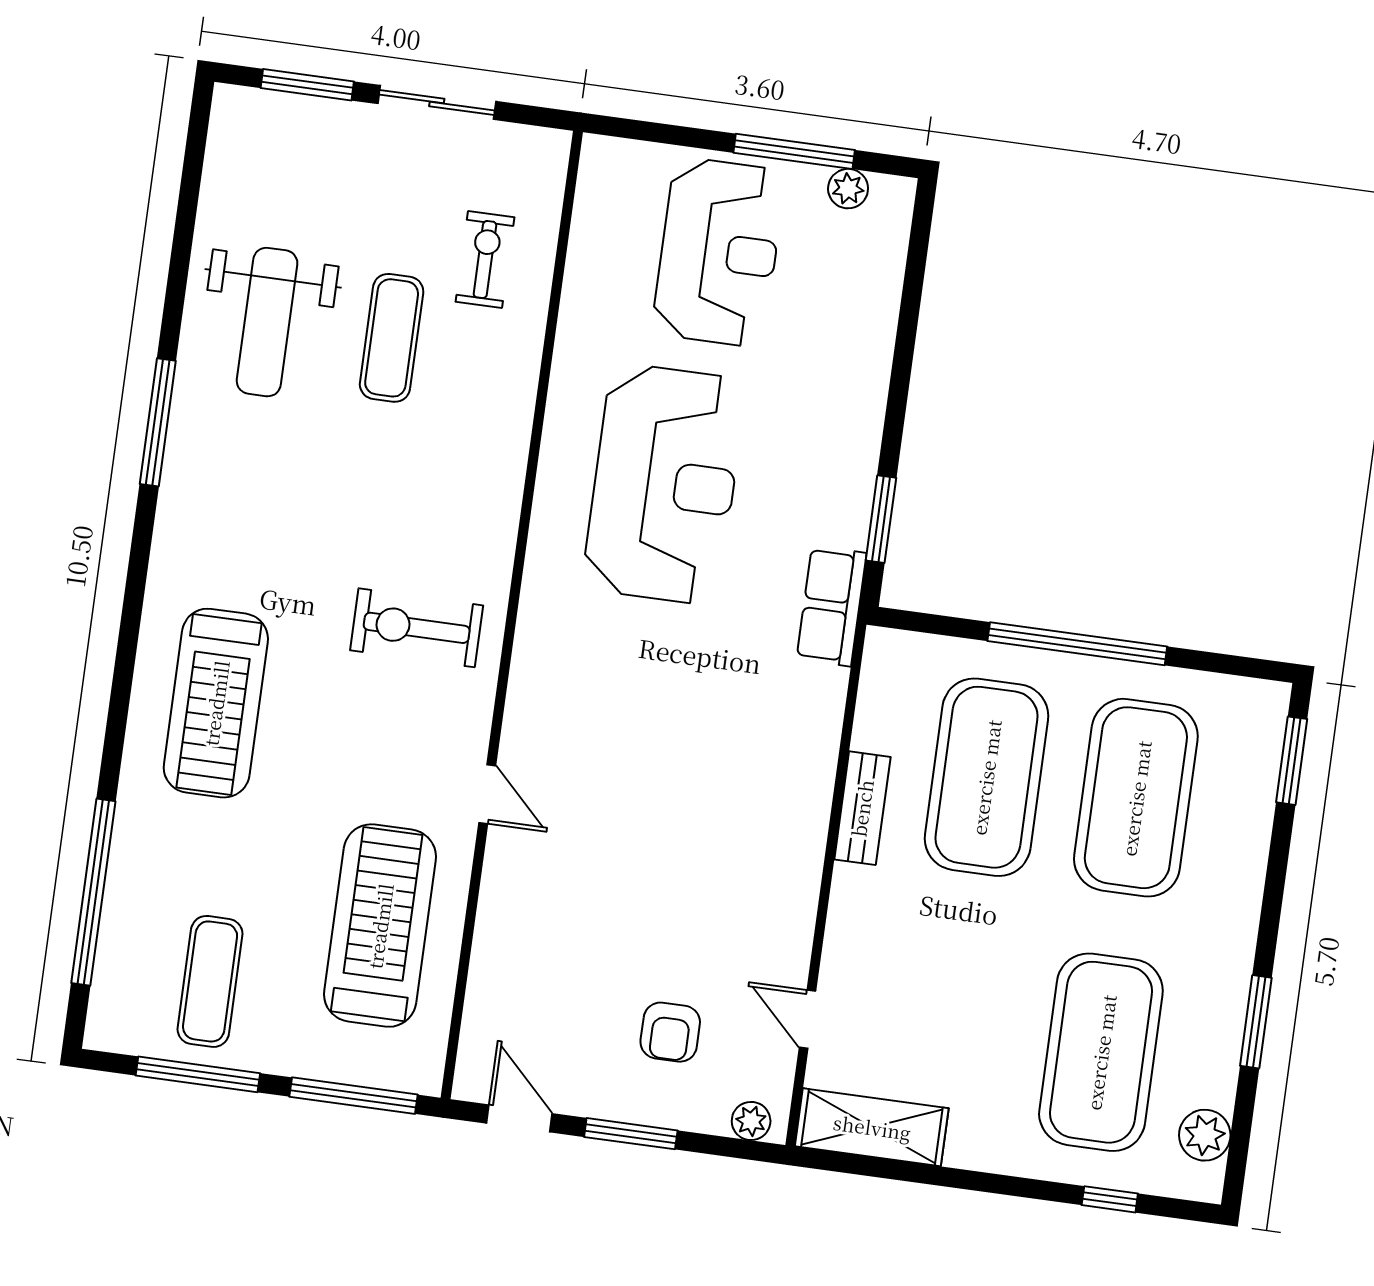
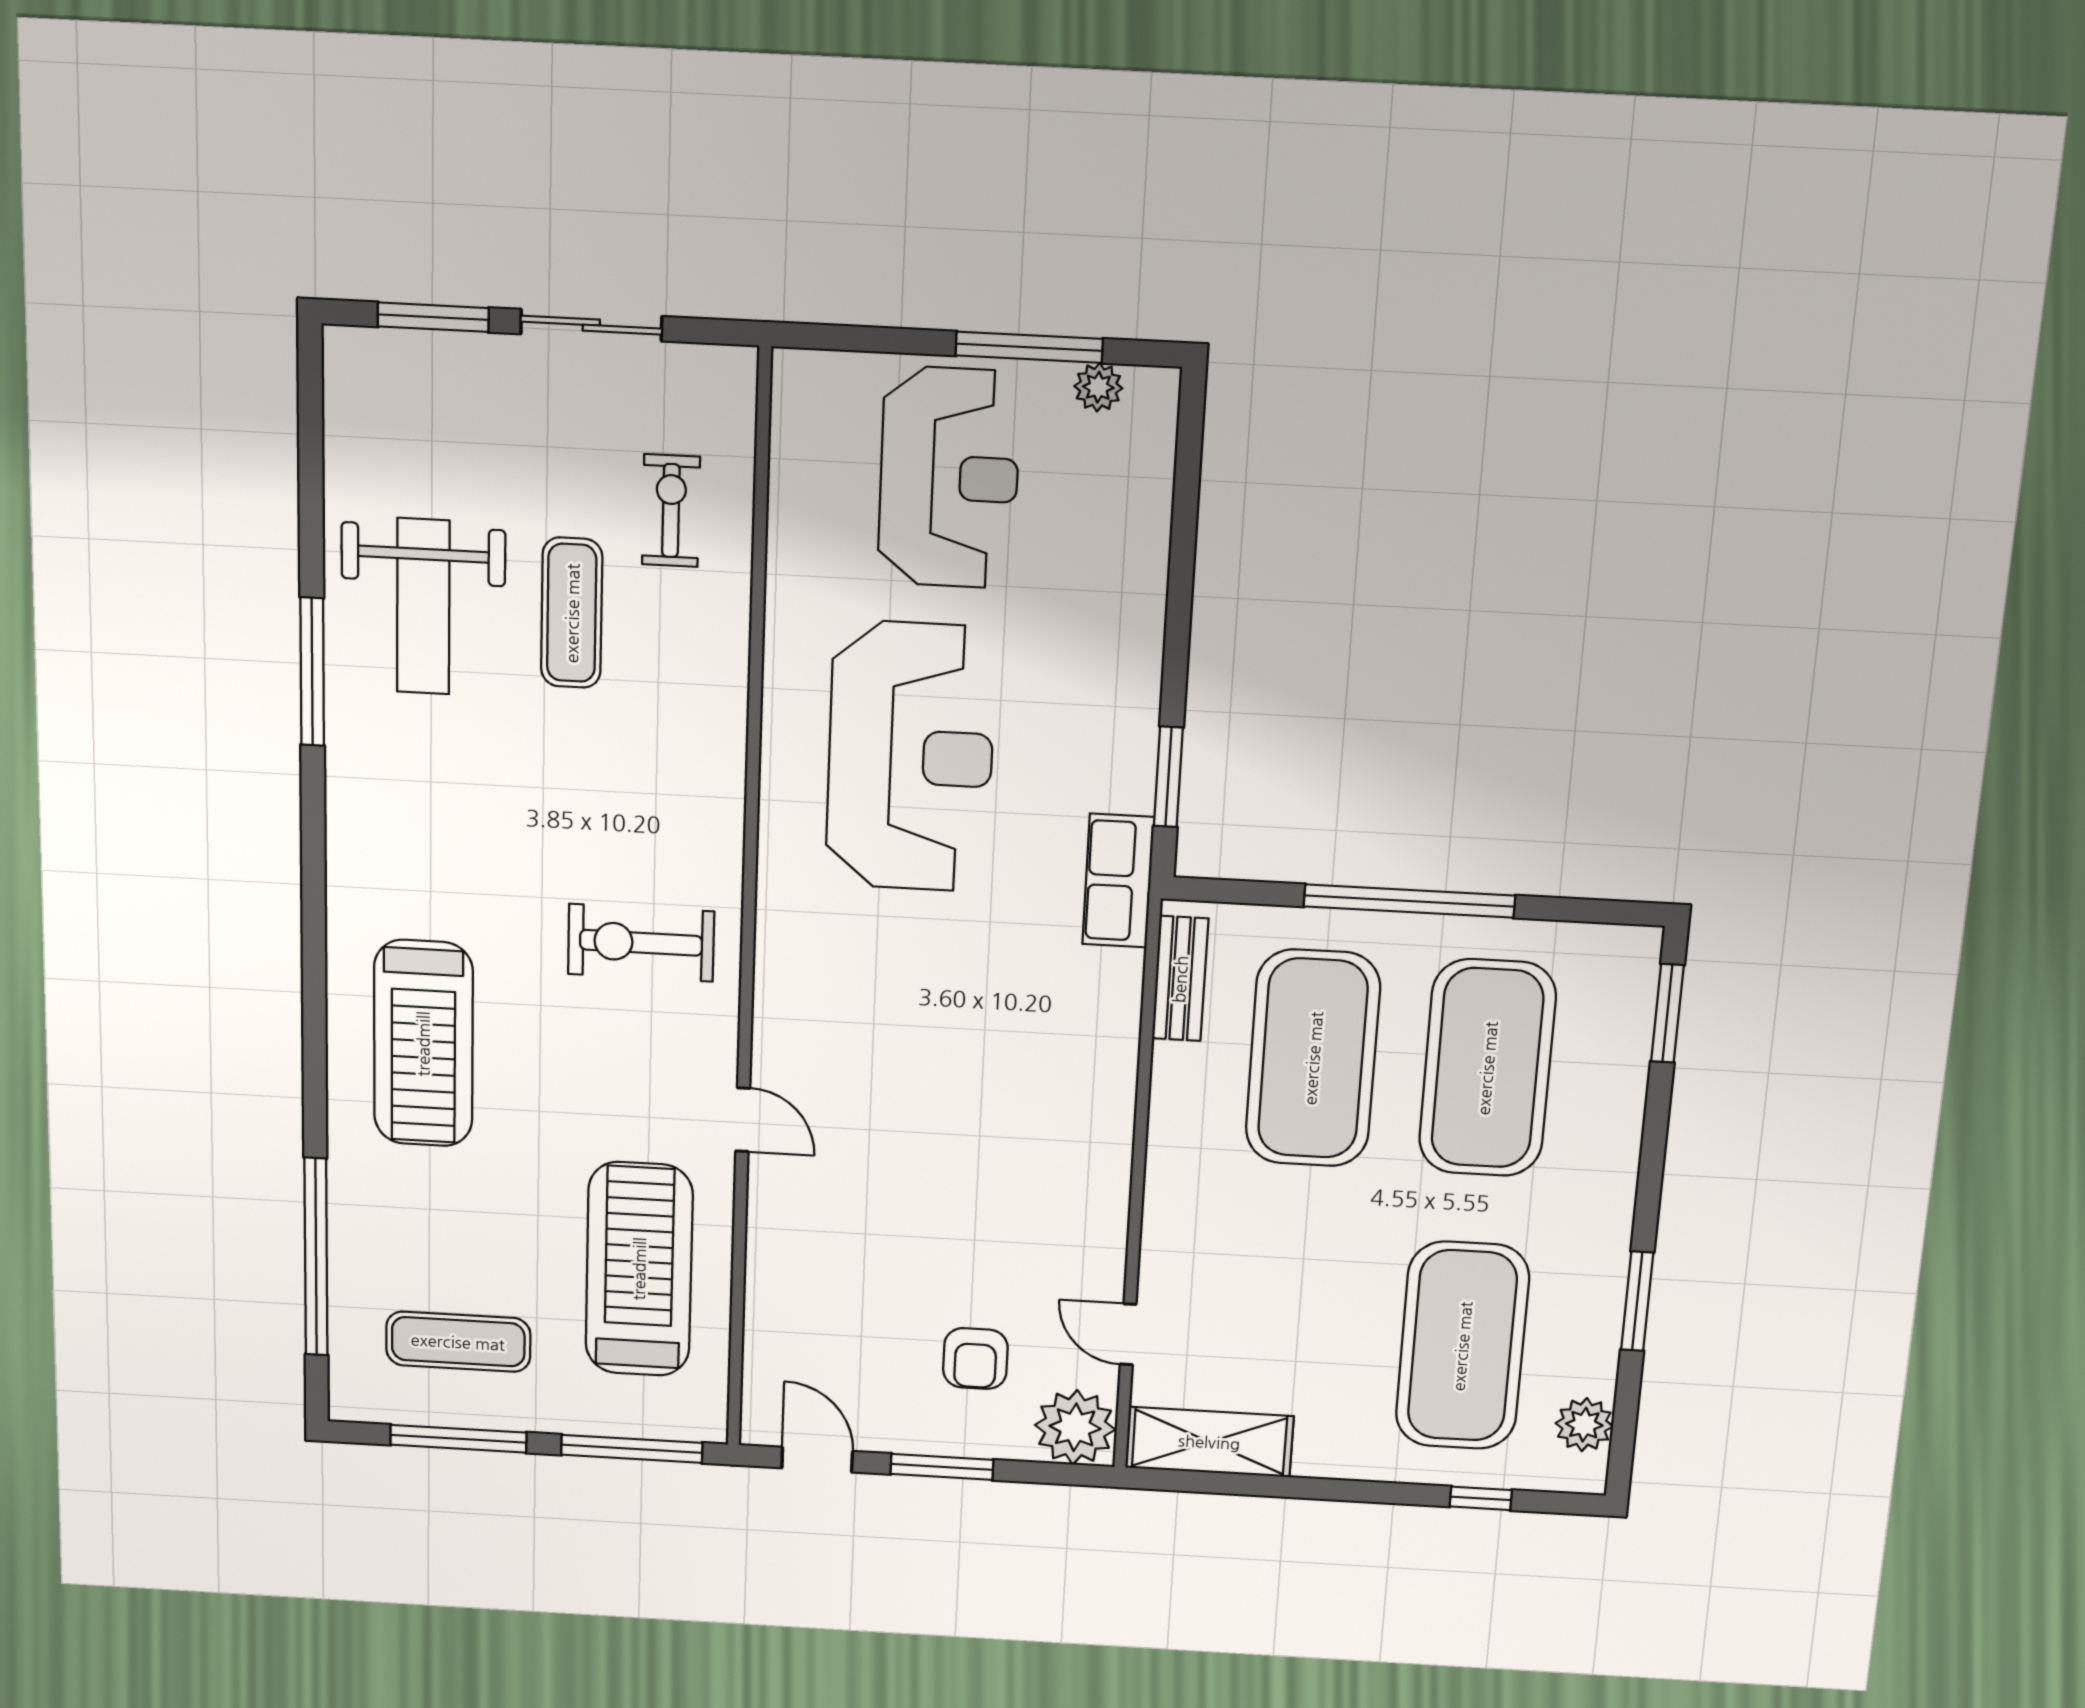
window: (158, 422) -> (312, 672), moved
bench: (862, 808) -> (1180, 979), moved
exercise mat: (210, 981) -> (458, 1342), turned 90
plant: (751, 1121) -> (1075, 1427), width x1.88, depth x1.88

